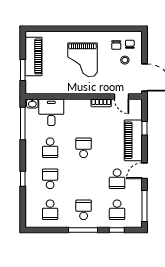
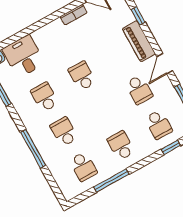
piano: (133, 140) -> (139, 41), width x0.73, depth x0.75
school desk: (50, 148) -> (44, 97), turned 180
window: (23, 179) -> (33, 149), width x2.17
window: (83, 230) -> (111, 181), moved

